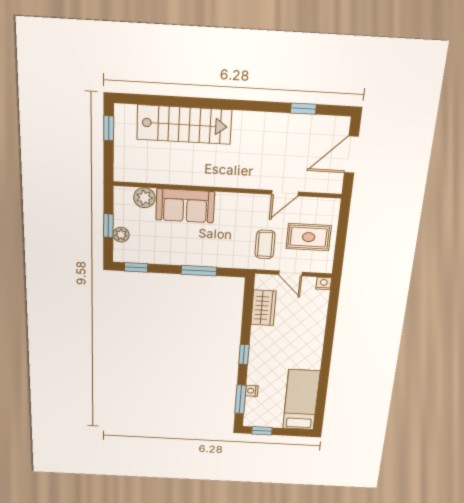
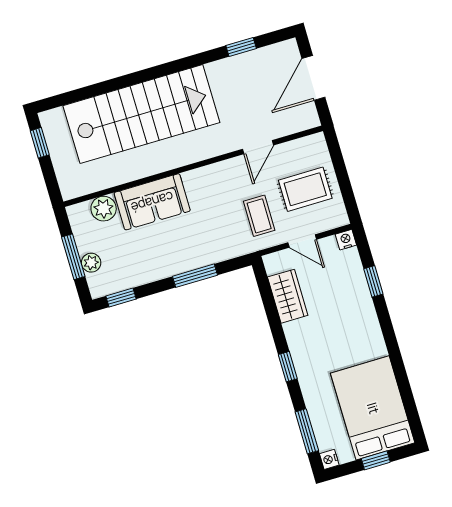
stairs: (184, 125) -> (141, 114), width x1.36, depth x1.51
window: (108, 226) -> (73, 257), width x1.50
window: (331, 319) -> (373, 281), added
nightstand: (252, 391) -> (329, 459), moved
bed: (301, 400) -> (373, 408), width x1.50
window: (262, 431) -> (376, 460), moved

